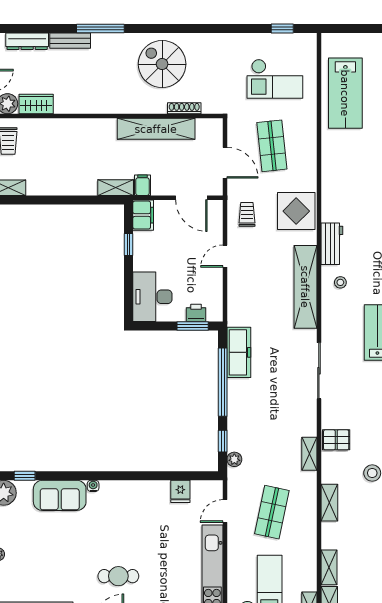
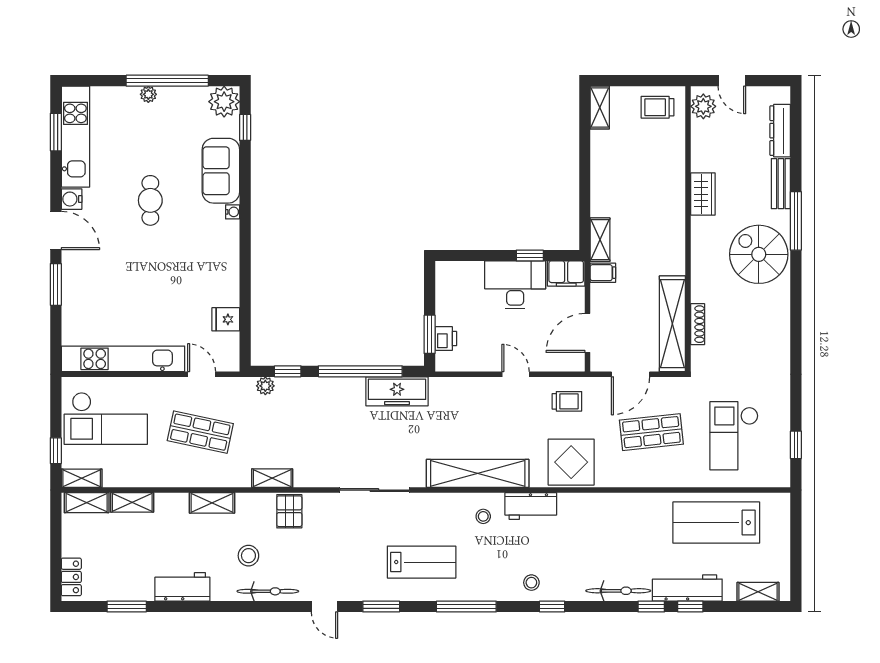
spiral stairs: (162, 64) -> (759, 254), moved, turned -90
wardrobe: (36, 104) -> (703, 194), moved
shelving: (156, 129) -> (672, 324), moved
desk: (152, 297) -> (515, 285), moved
cafe table: (118, 576) -> (150, 200), moved

